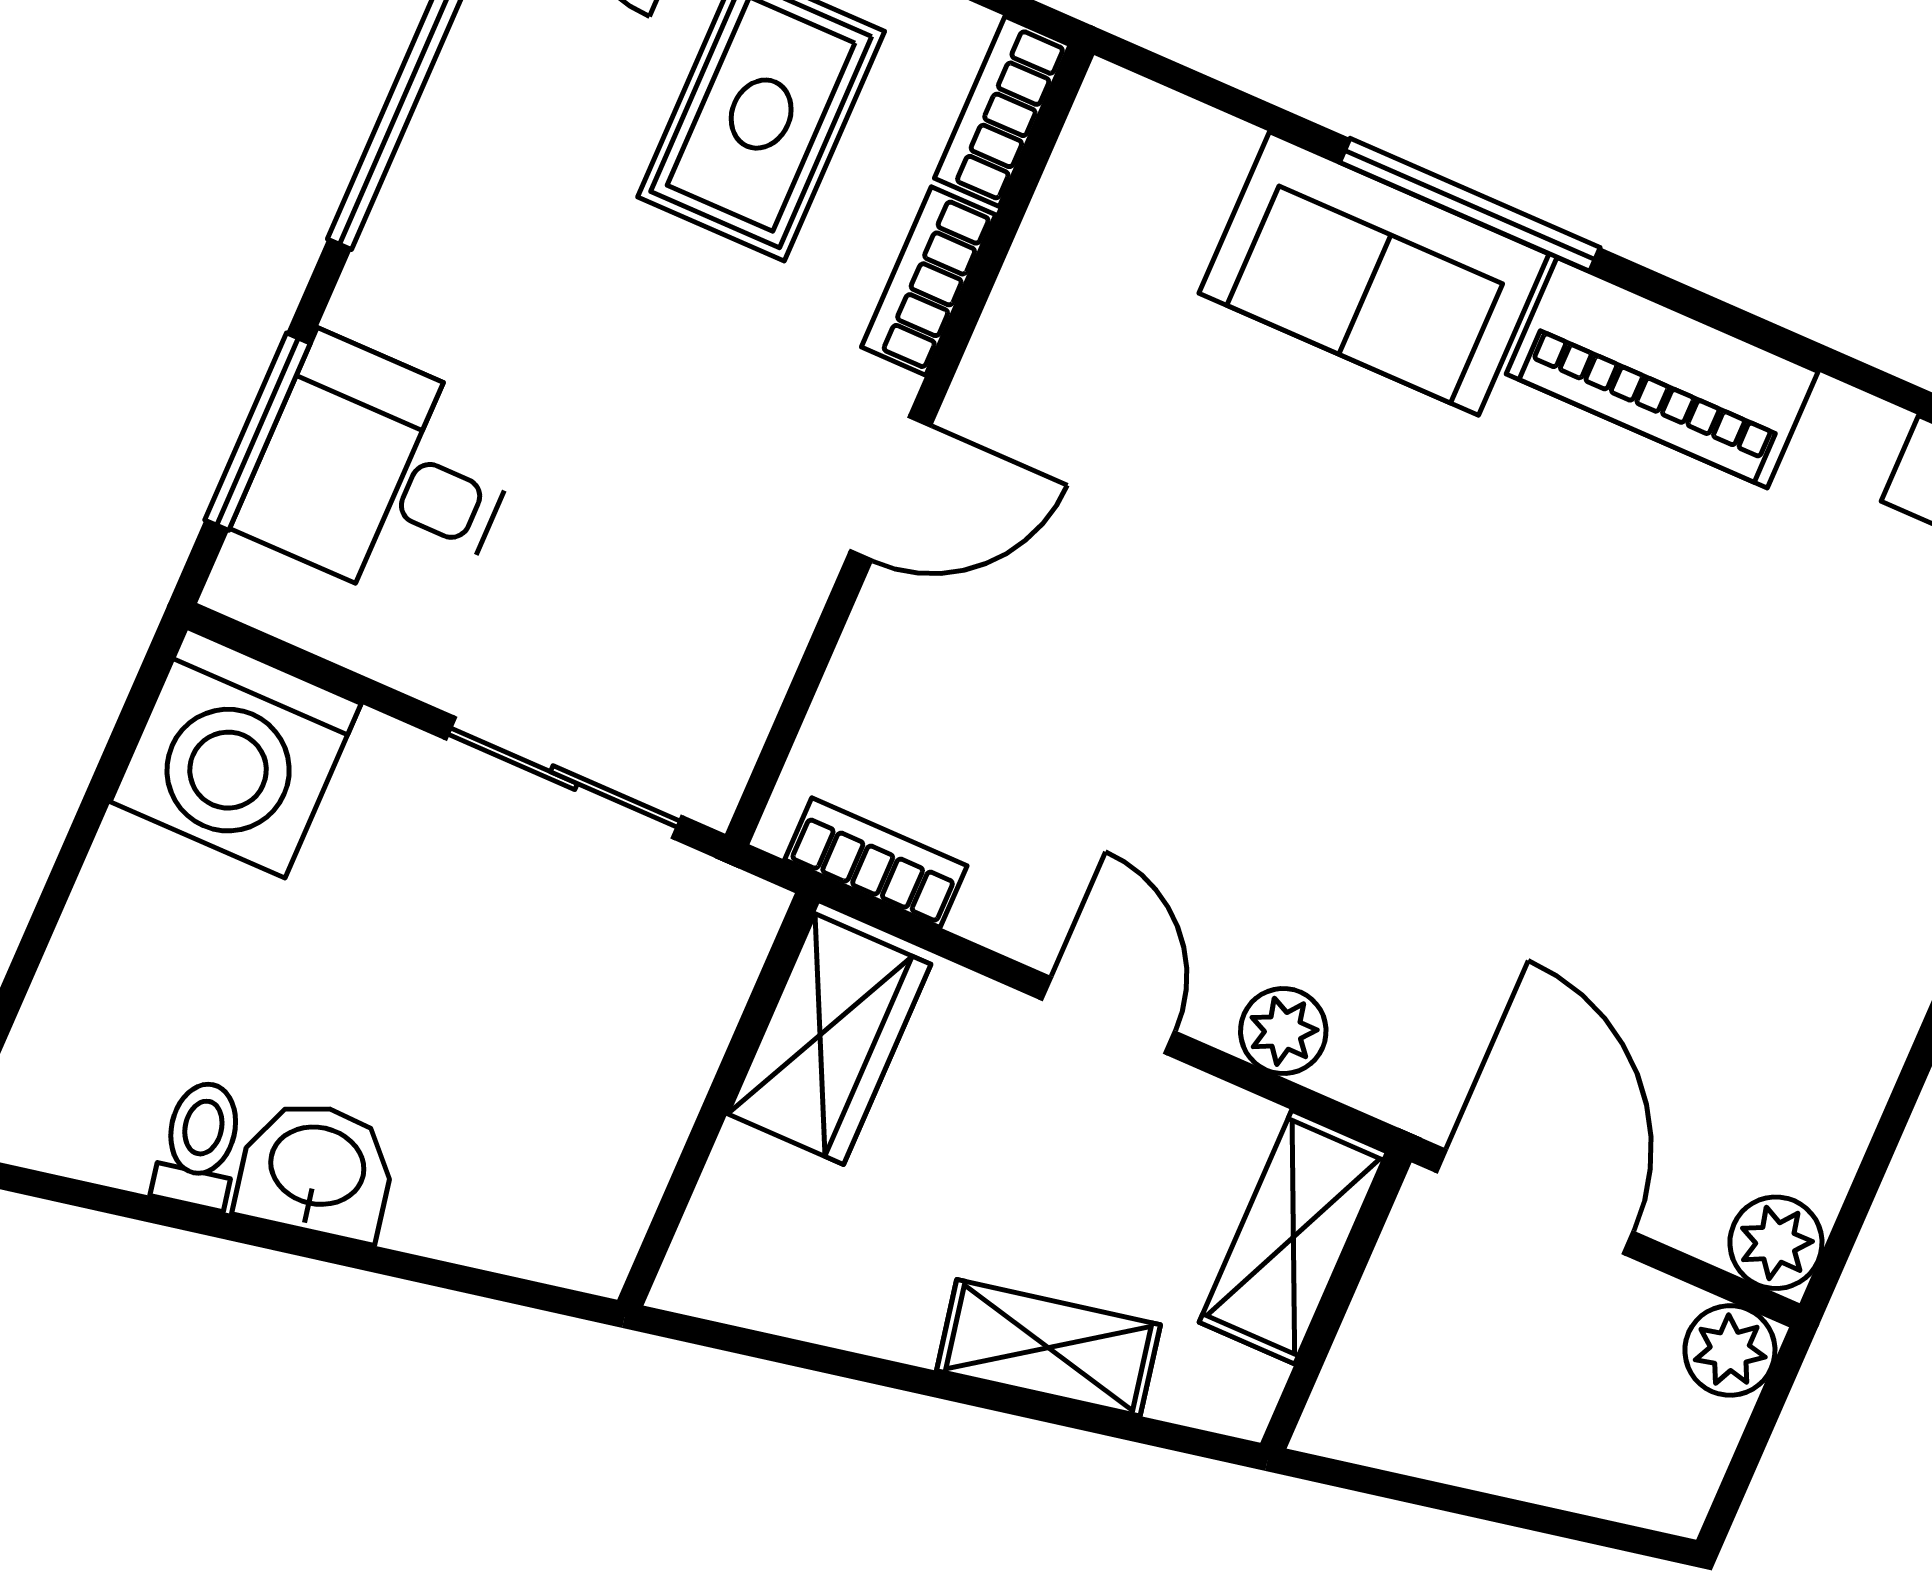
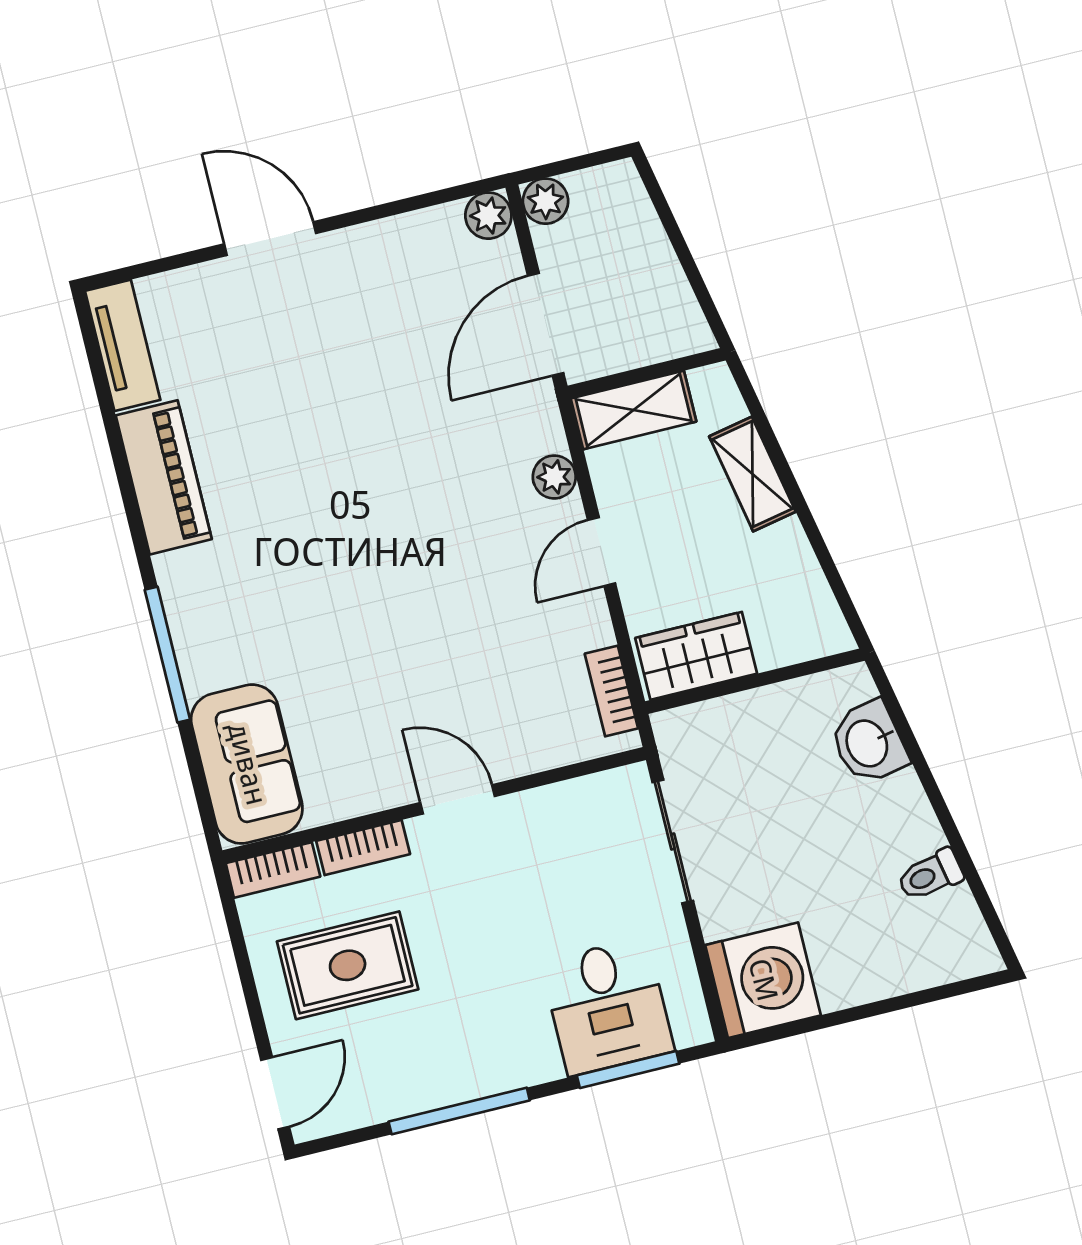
sofa: (1374, 274) -> (247, 764), moved
piano: (1662, 373) -> (164, 477), moved
washbasin: (316, 1169) -> (869, 743), moved

